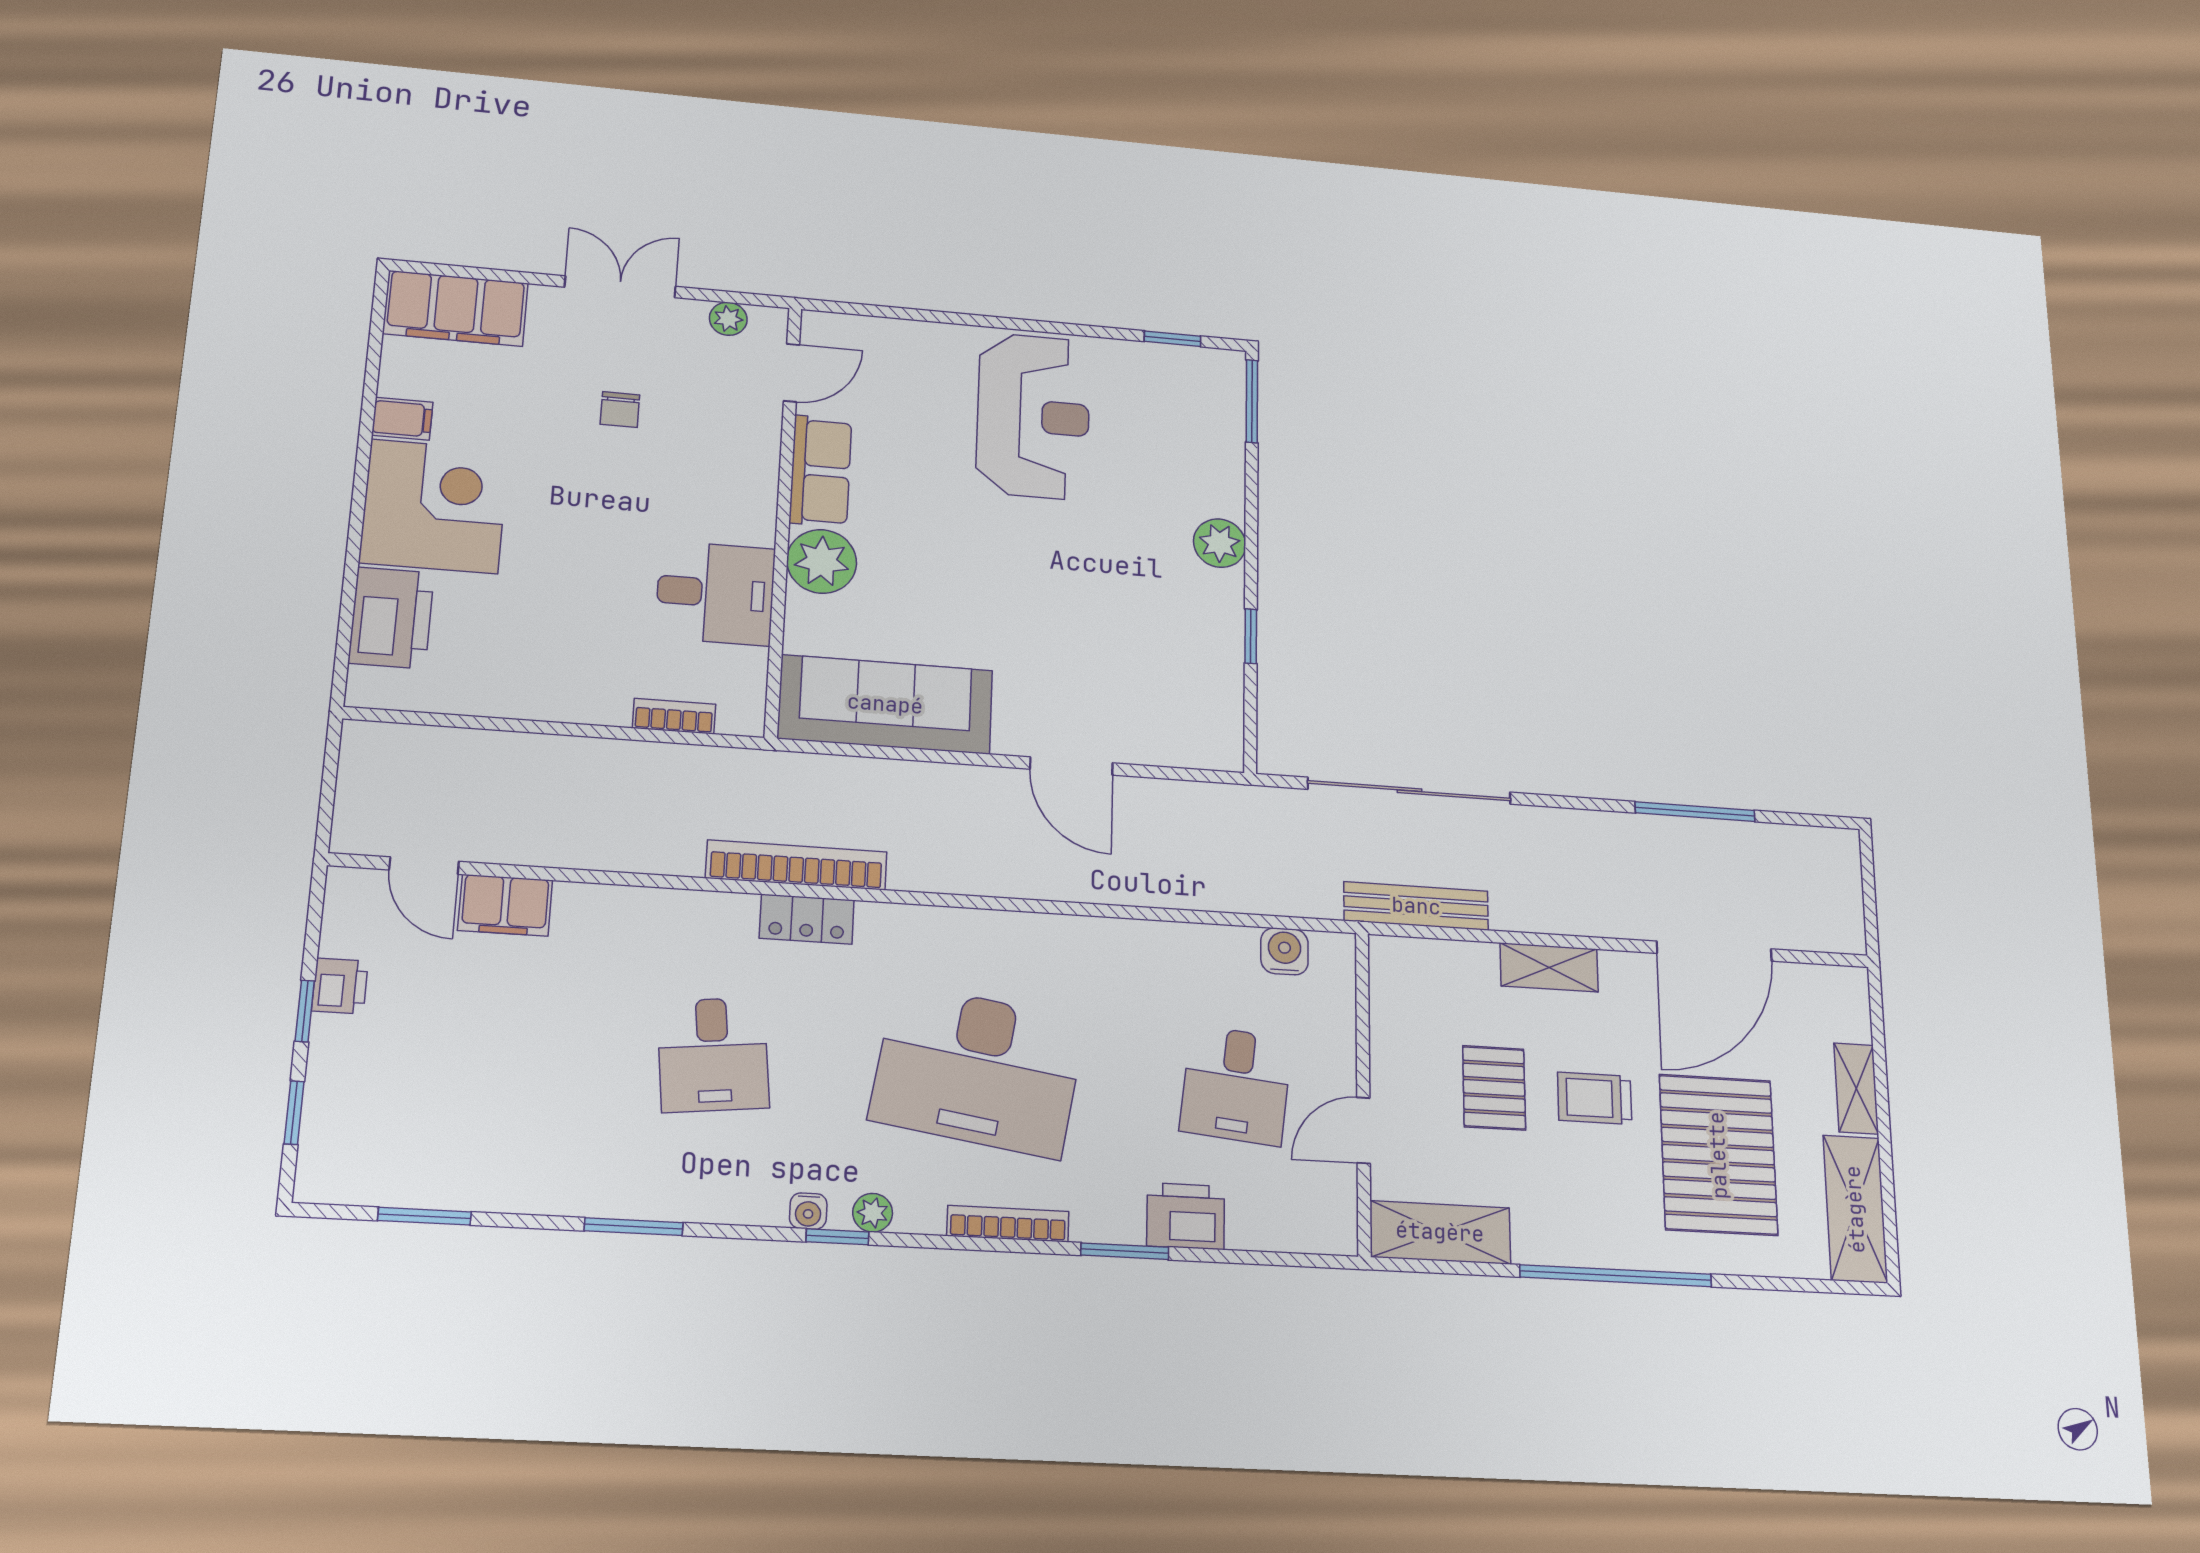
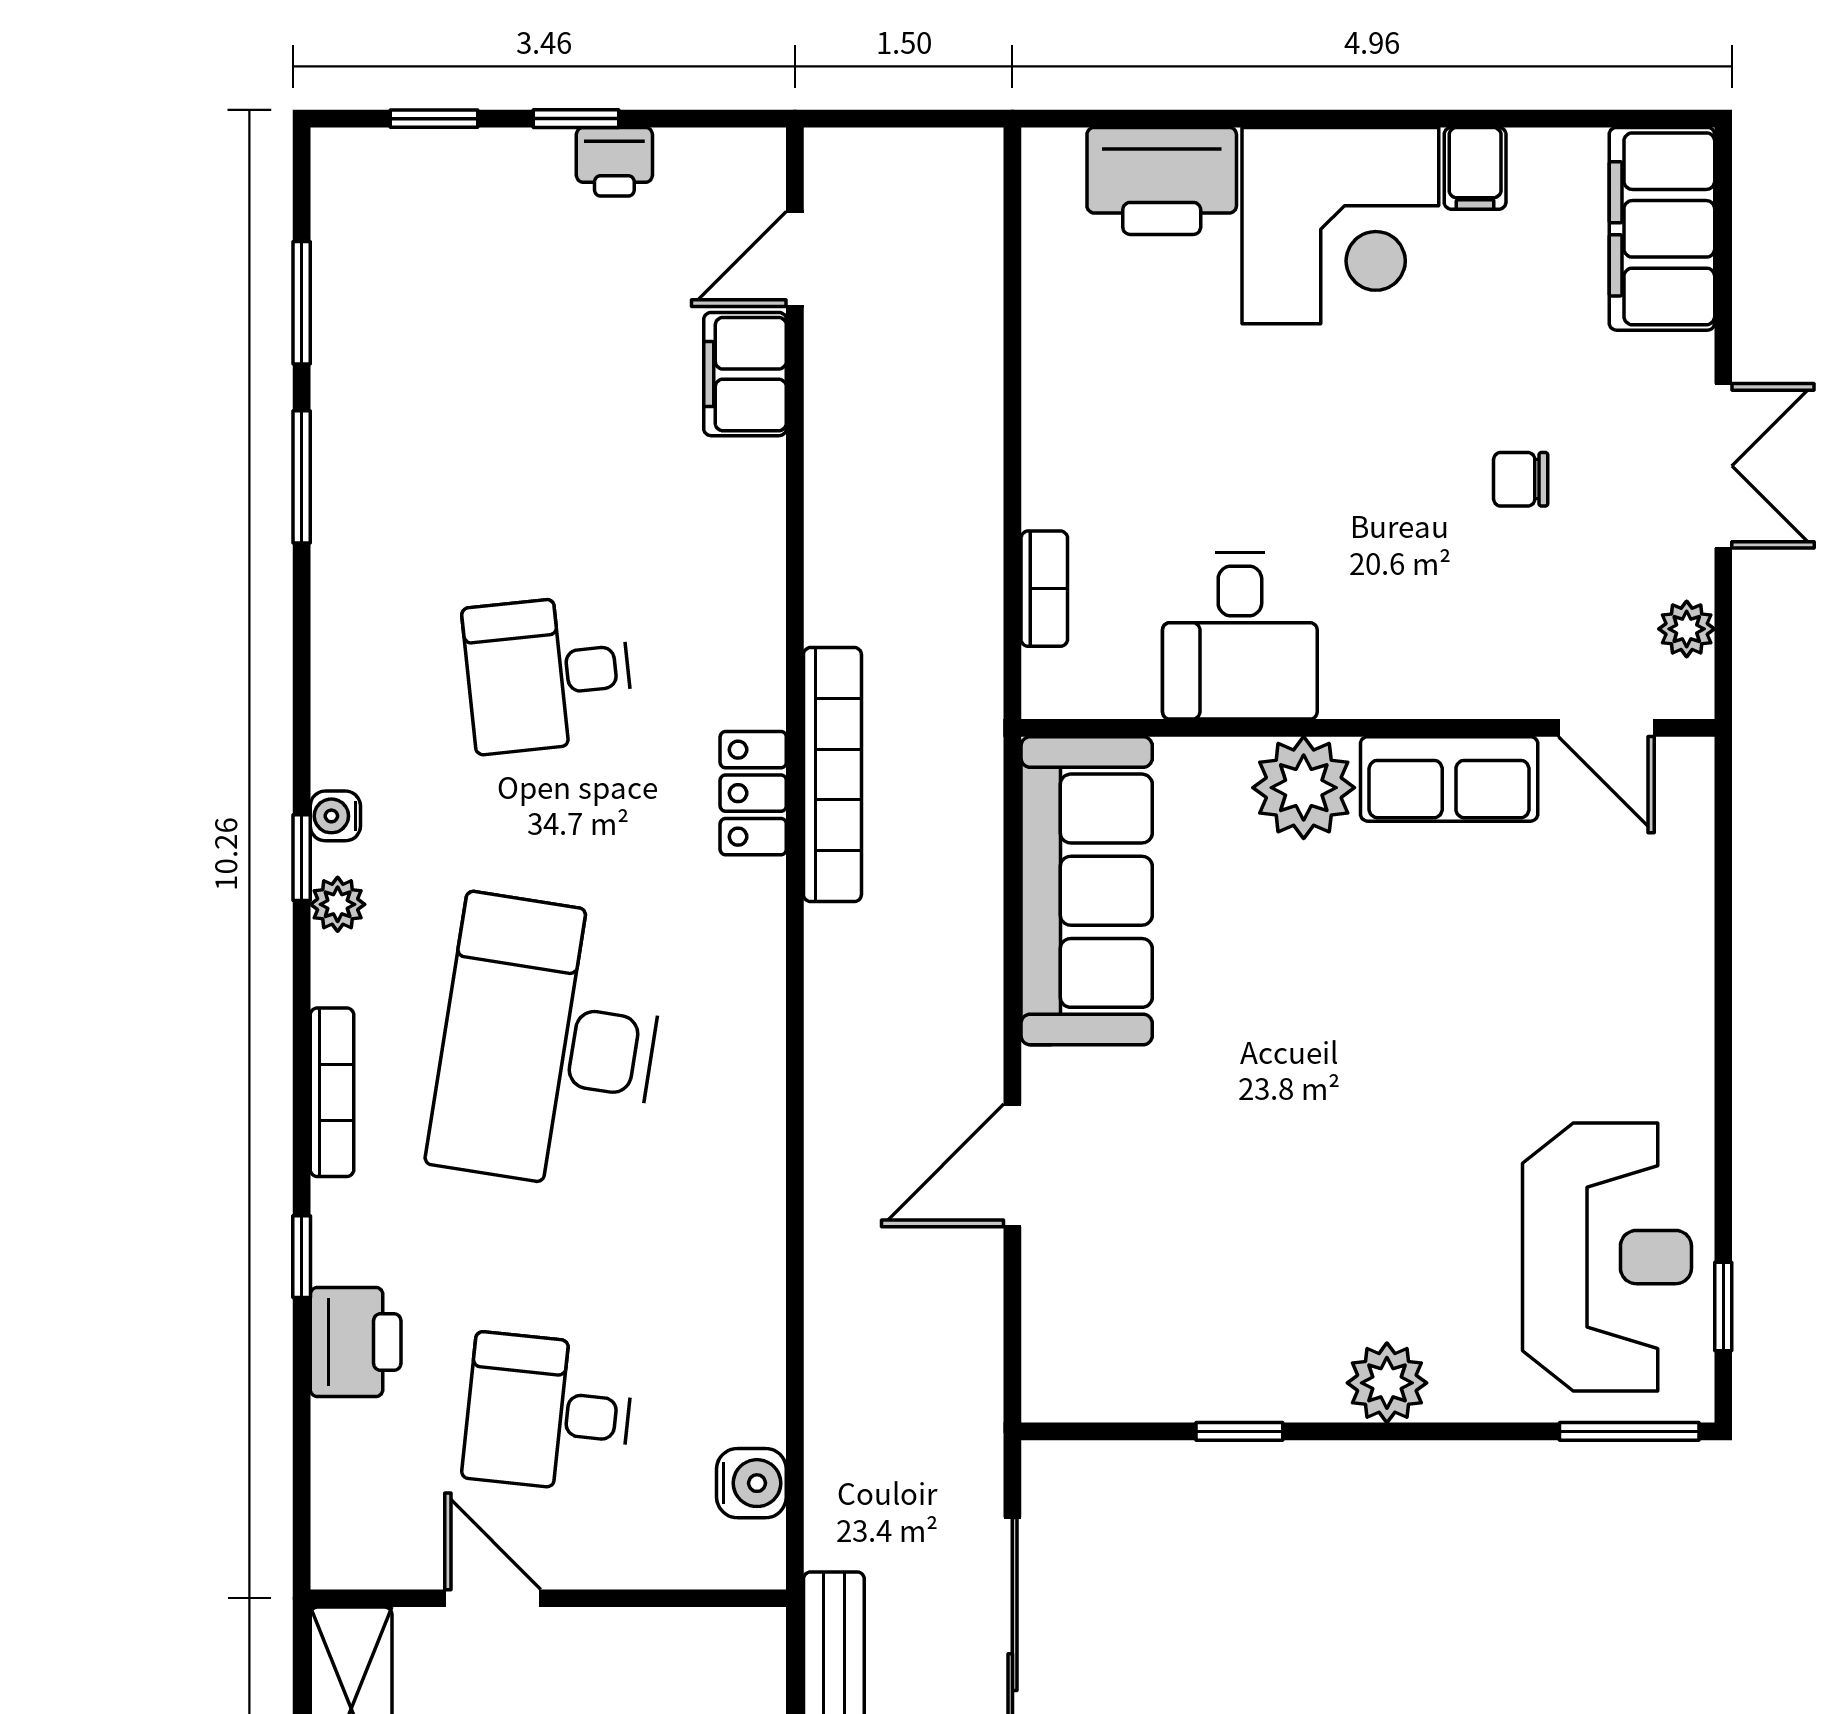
reception desk: (1033, 416) -> (1607, 1257), moved, turned -90
window: (634, 1227) -> (302, 477), moved
window: (1125, 1251) -> (302, 1257), width x0.67

